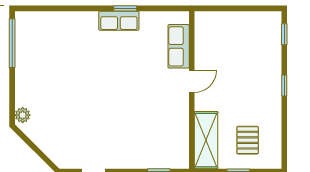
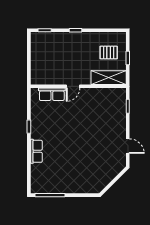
row of seats: (119, 21) -> (36, 151), moved
door: (192, 81) -> (73, 86), swing flipped
plant: (23, 115) -> (93, 189), removed

